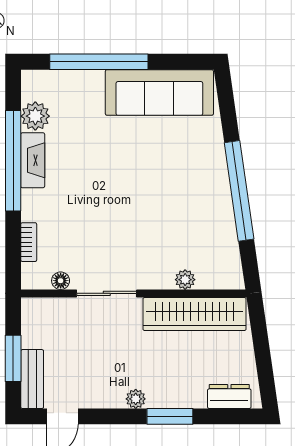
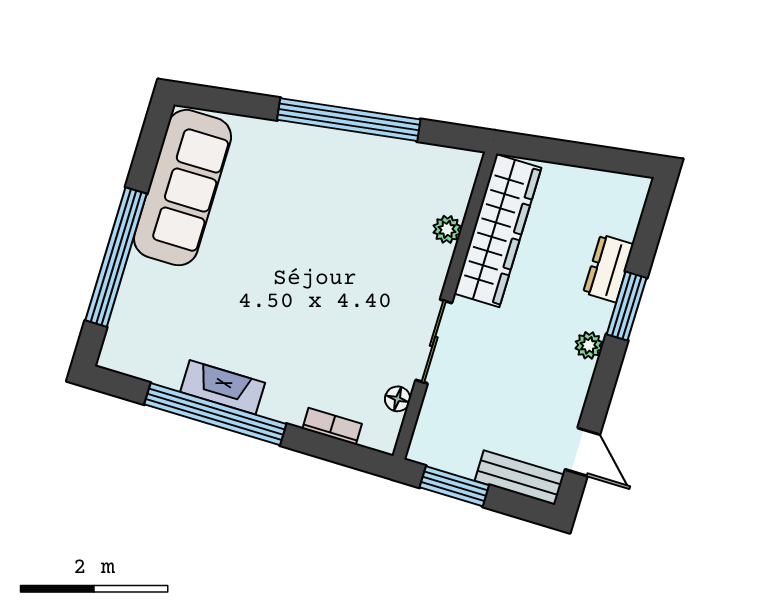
plant: (35, 116) -> (164, 366), removed
window: (13, 358) -> (454, 486), moved
dresser: (229, 396) -> (608, 269), moved

